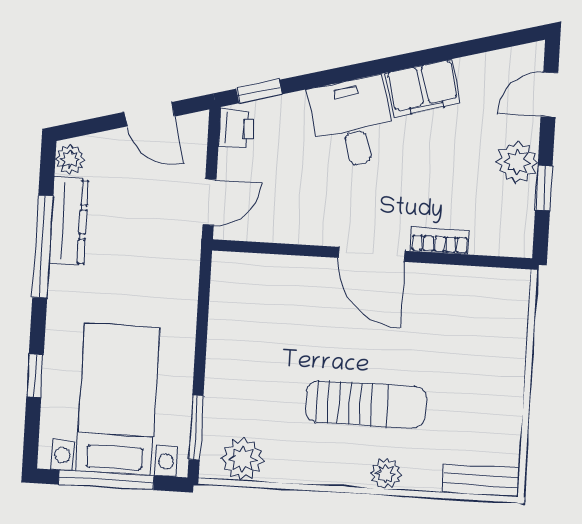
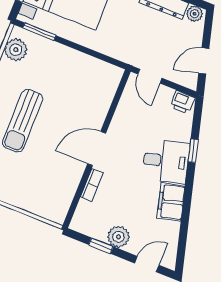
window: (259, 92) -> (193, 151), moved
door: (549, 95) -> (147, 264), hinge flipped

